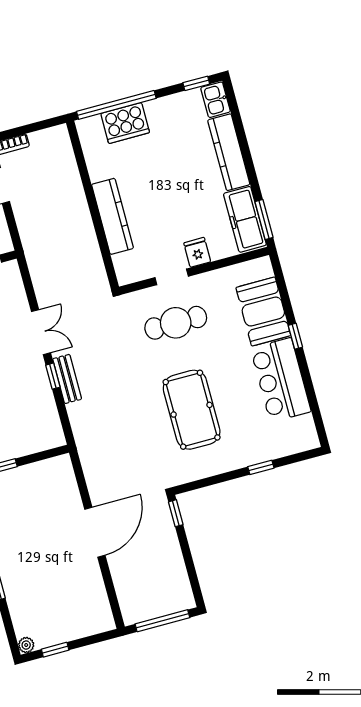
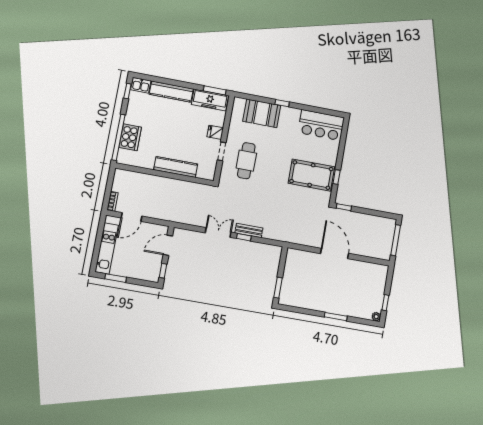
bar counter: (281, 380) -> (321, 125), moved
pool table: (192, 410) -> (311, 175), moved
window: (261, 467) -> (337, 177), moved

